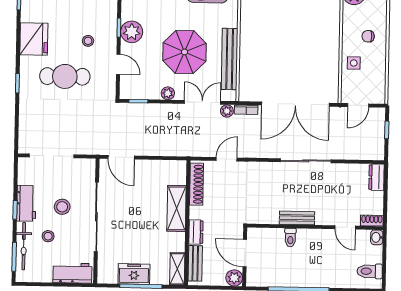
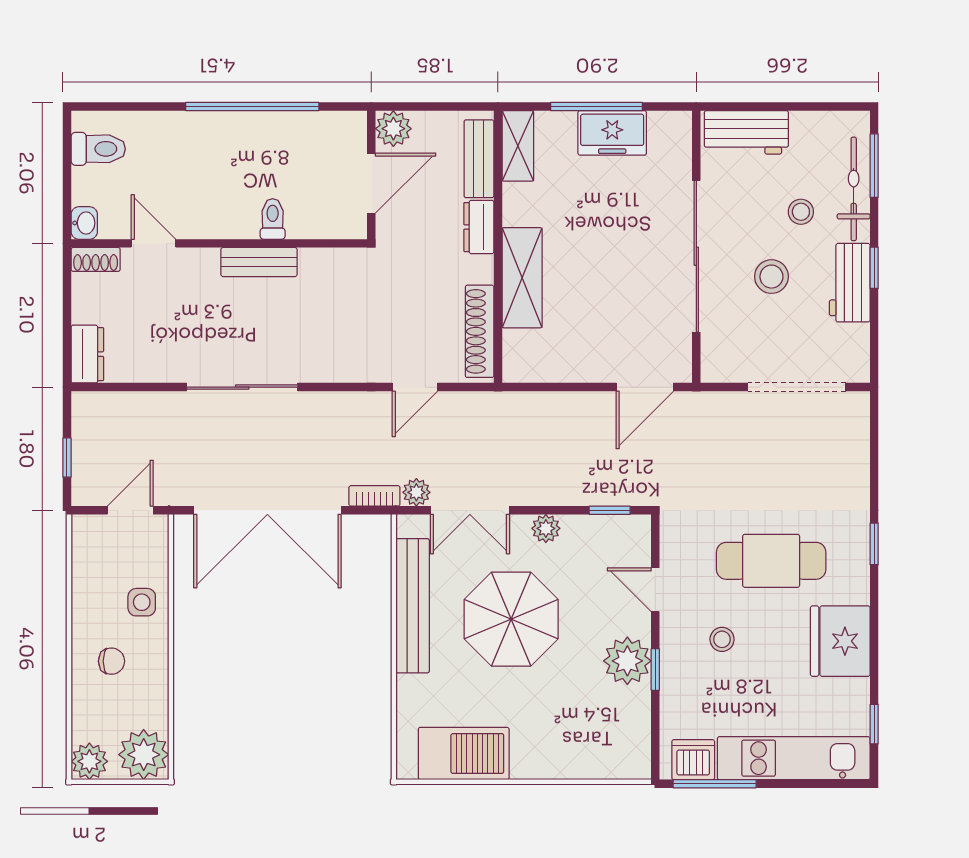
double door: (295, 104) -> (267, 510), swing flipped
door: (121, 157) -> (645, 387), swing flipped
door: (245, 253) -> (371, 183), hinge flipped

